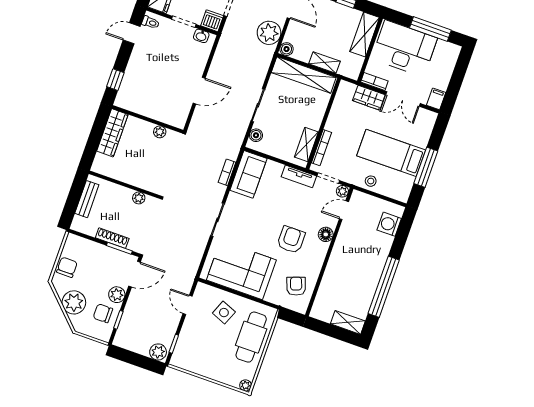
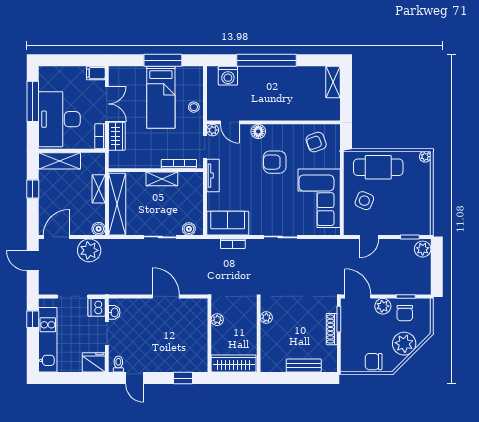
shelving: (306, 144) -> (162, 179), moved
wall: (124, 185) -> (259, 335), moved
plant: (139, 198) -> (266, 317), moved
window: (384, 287) -> (266, 60), moved

